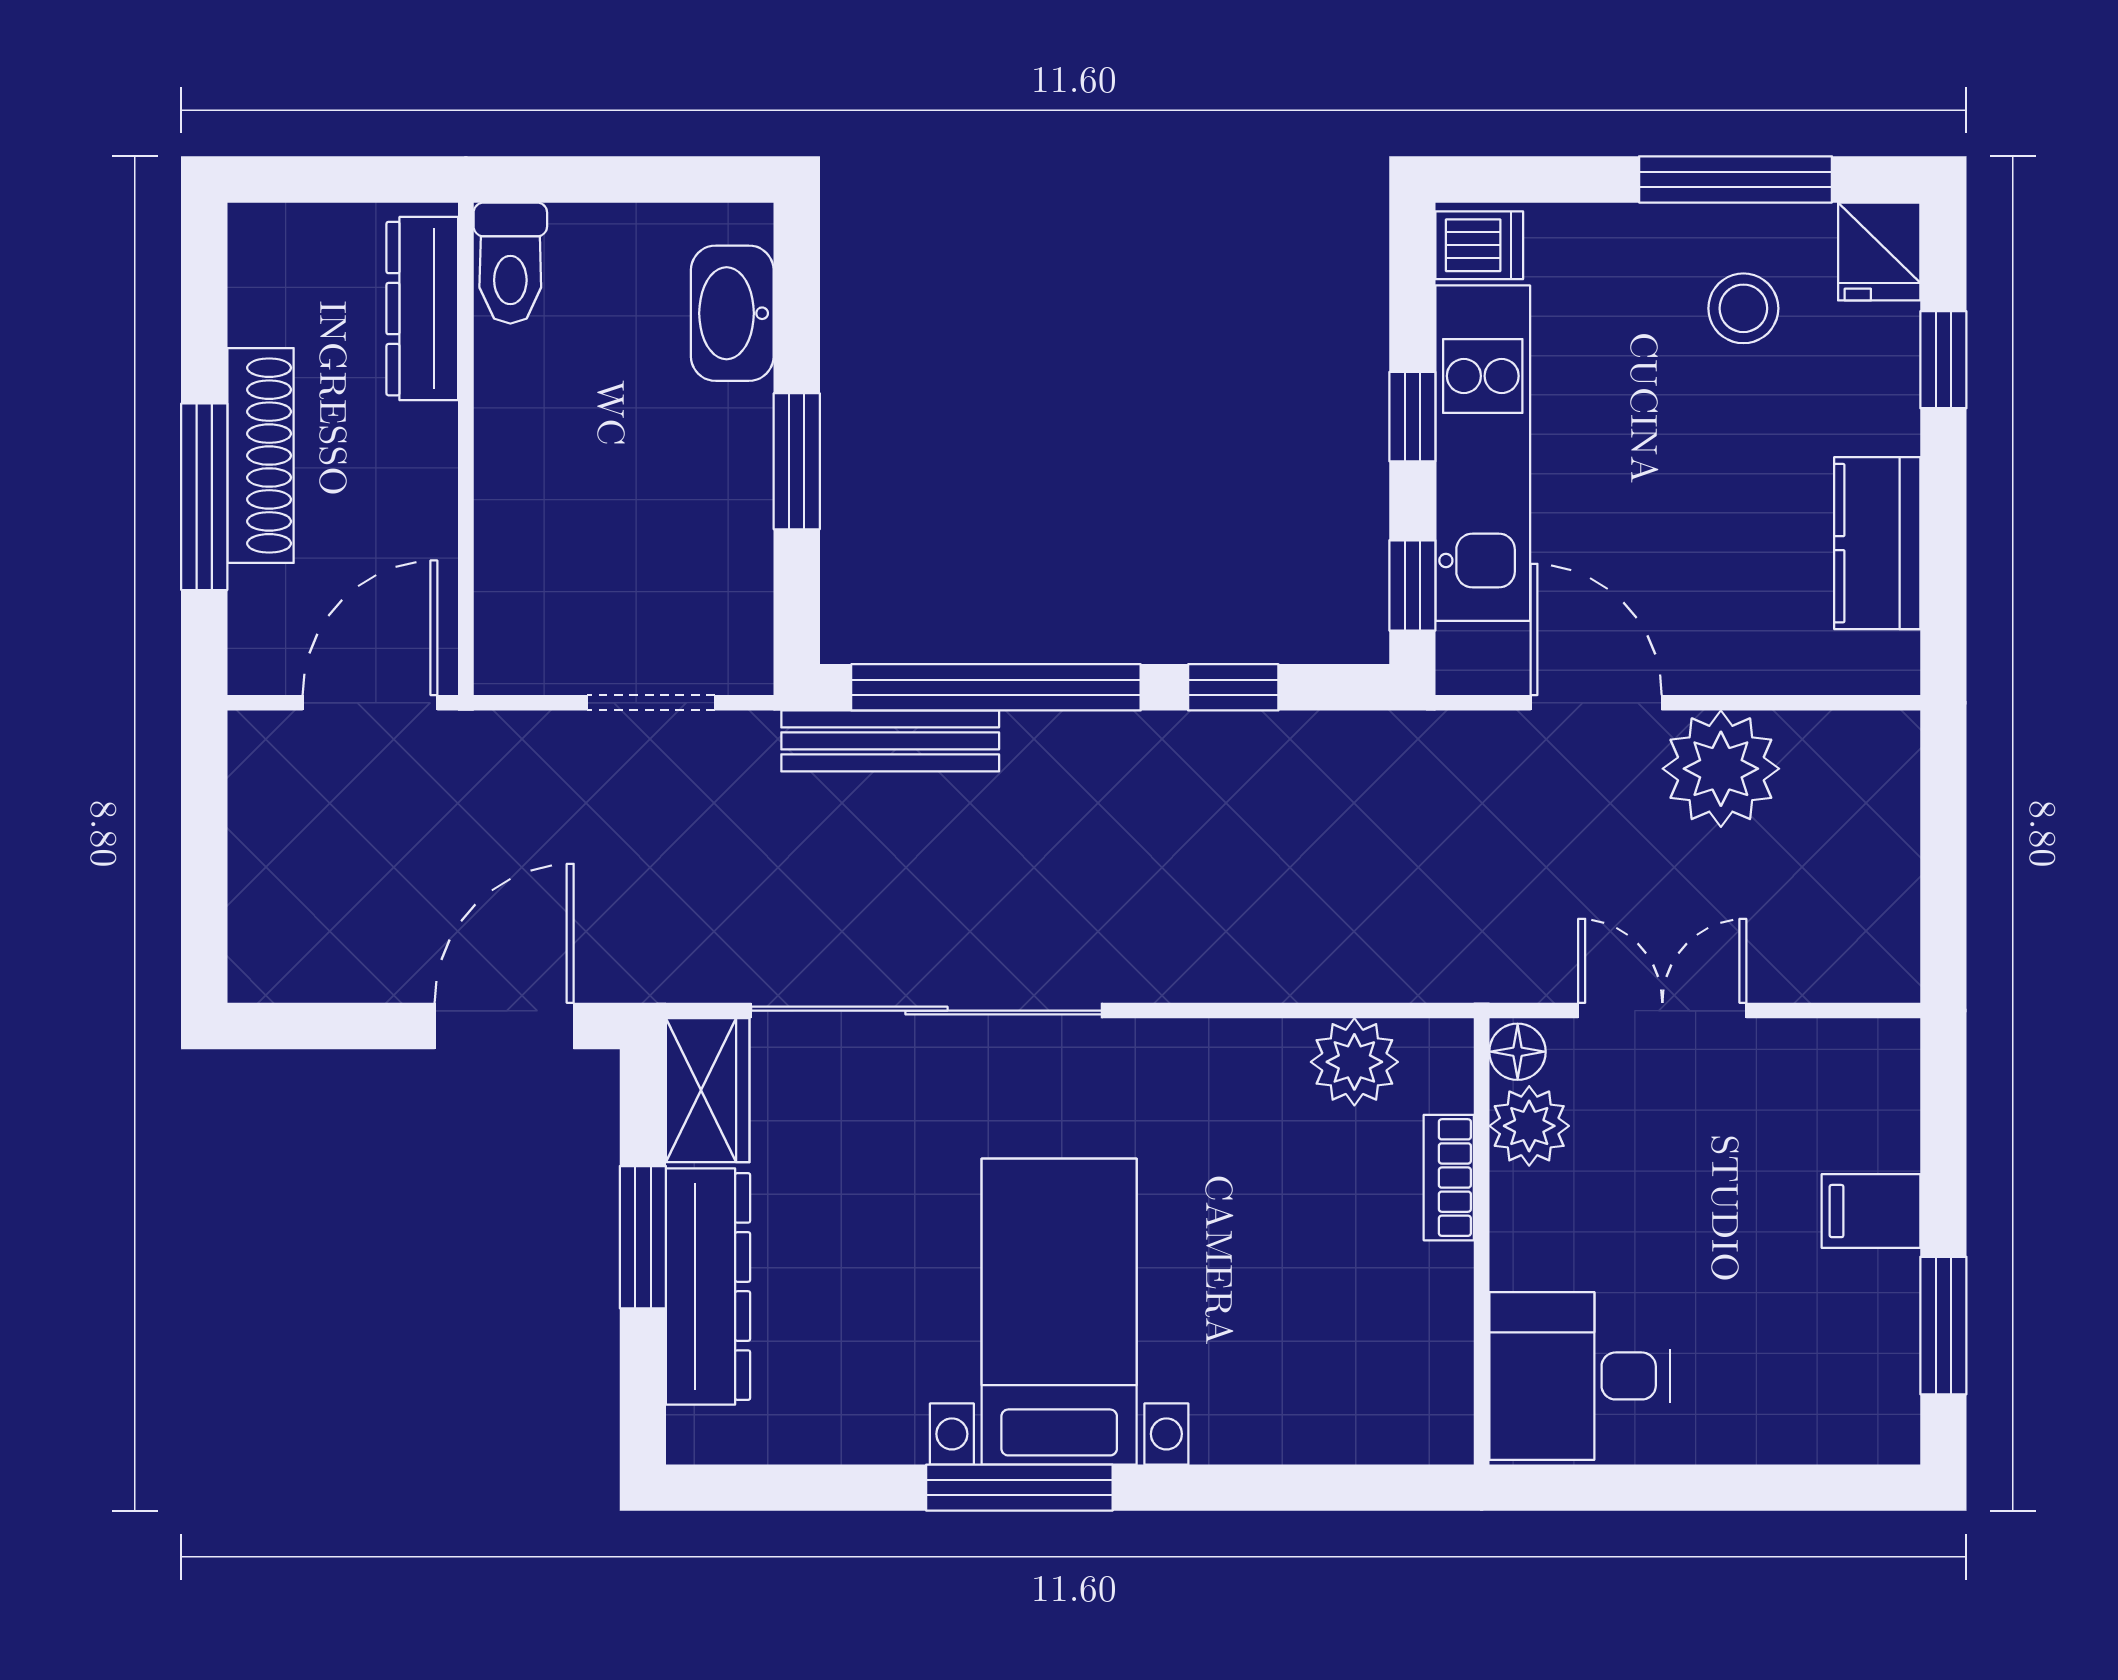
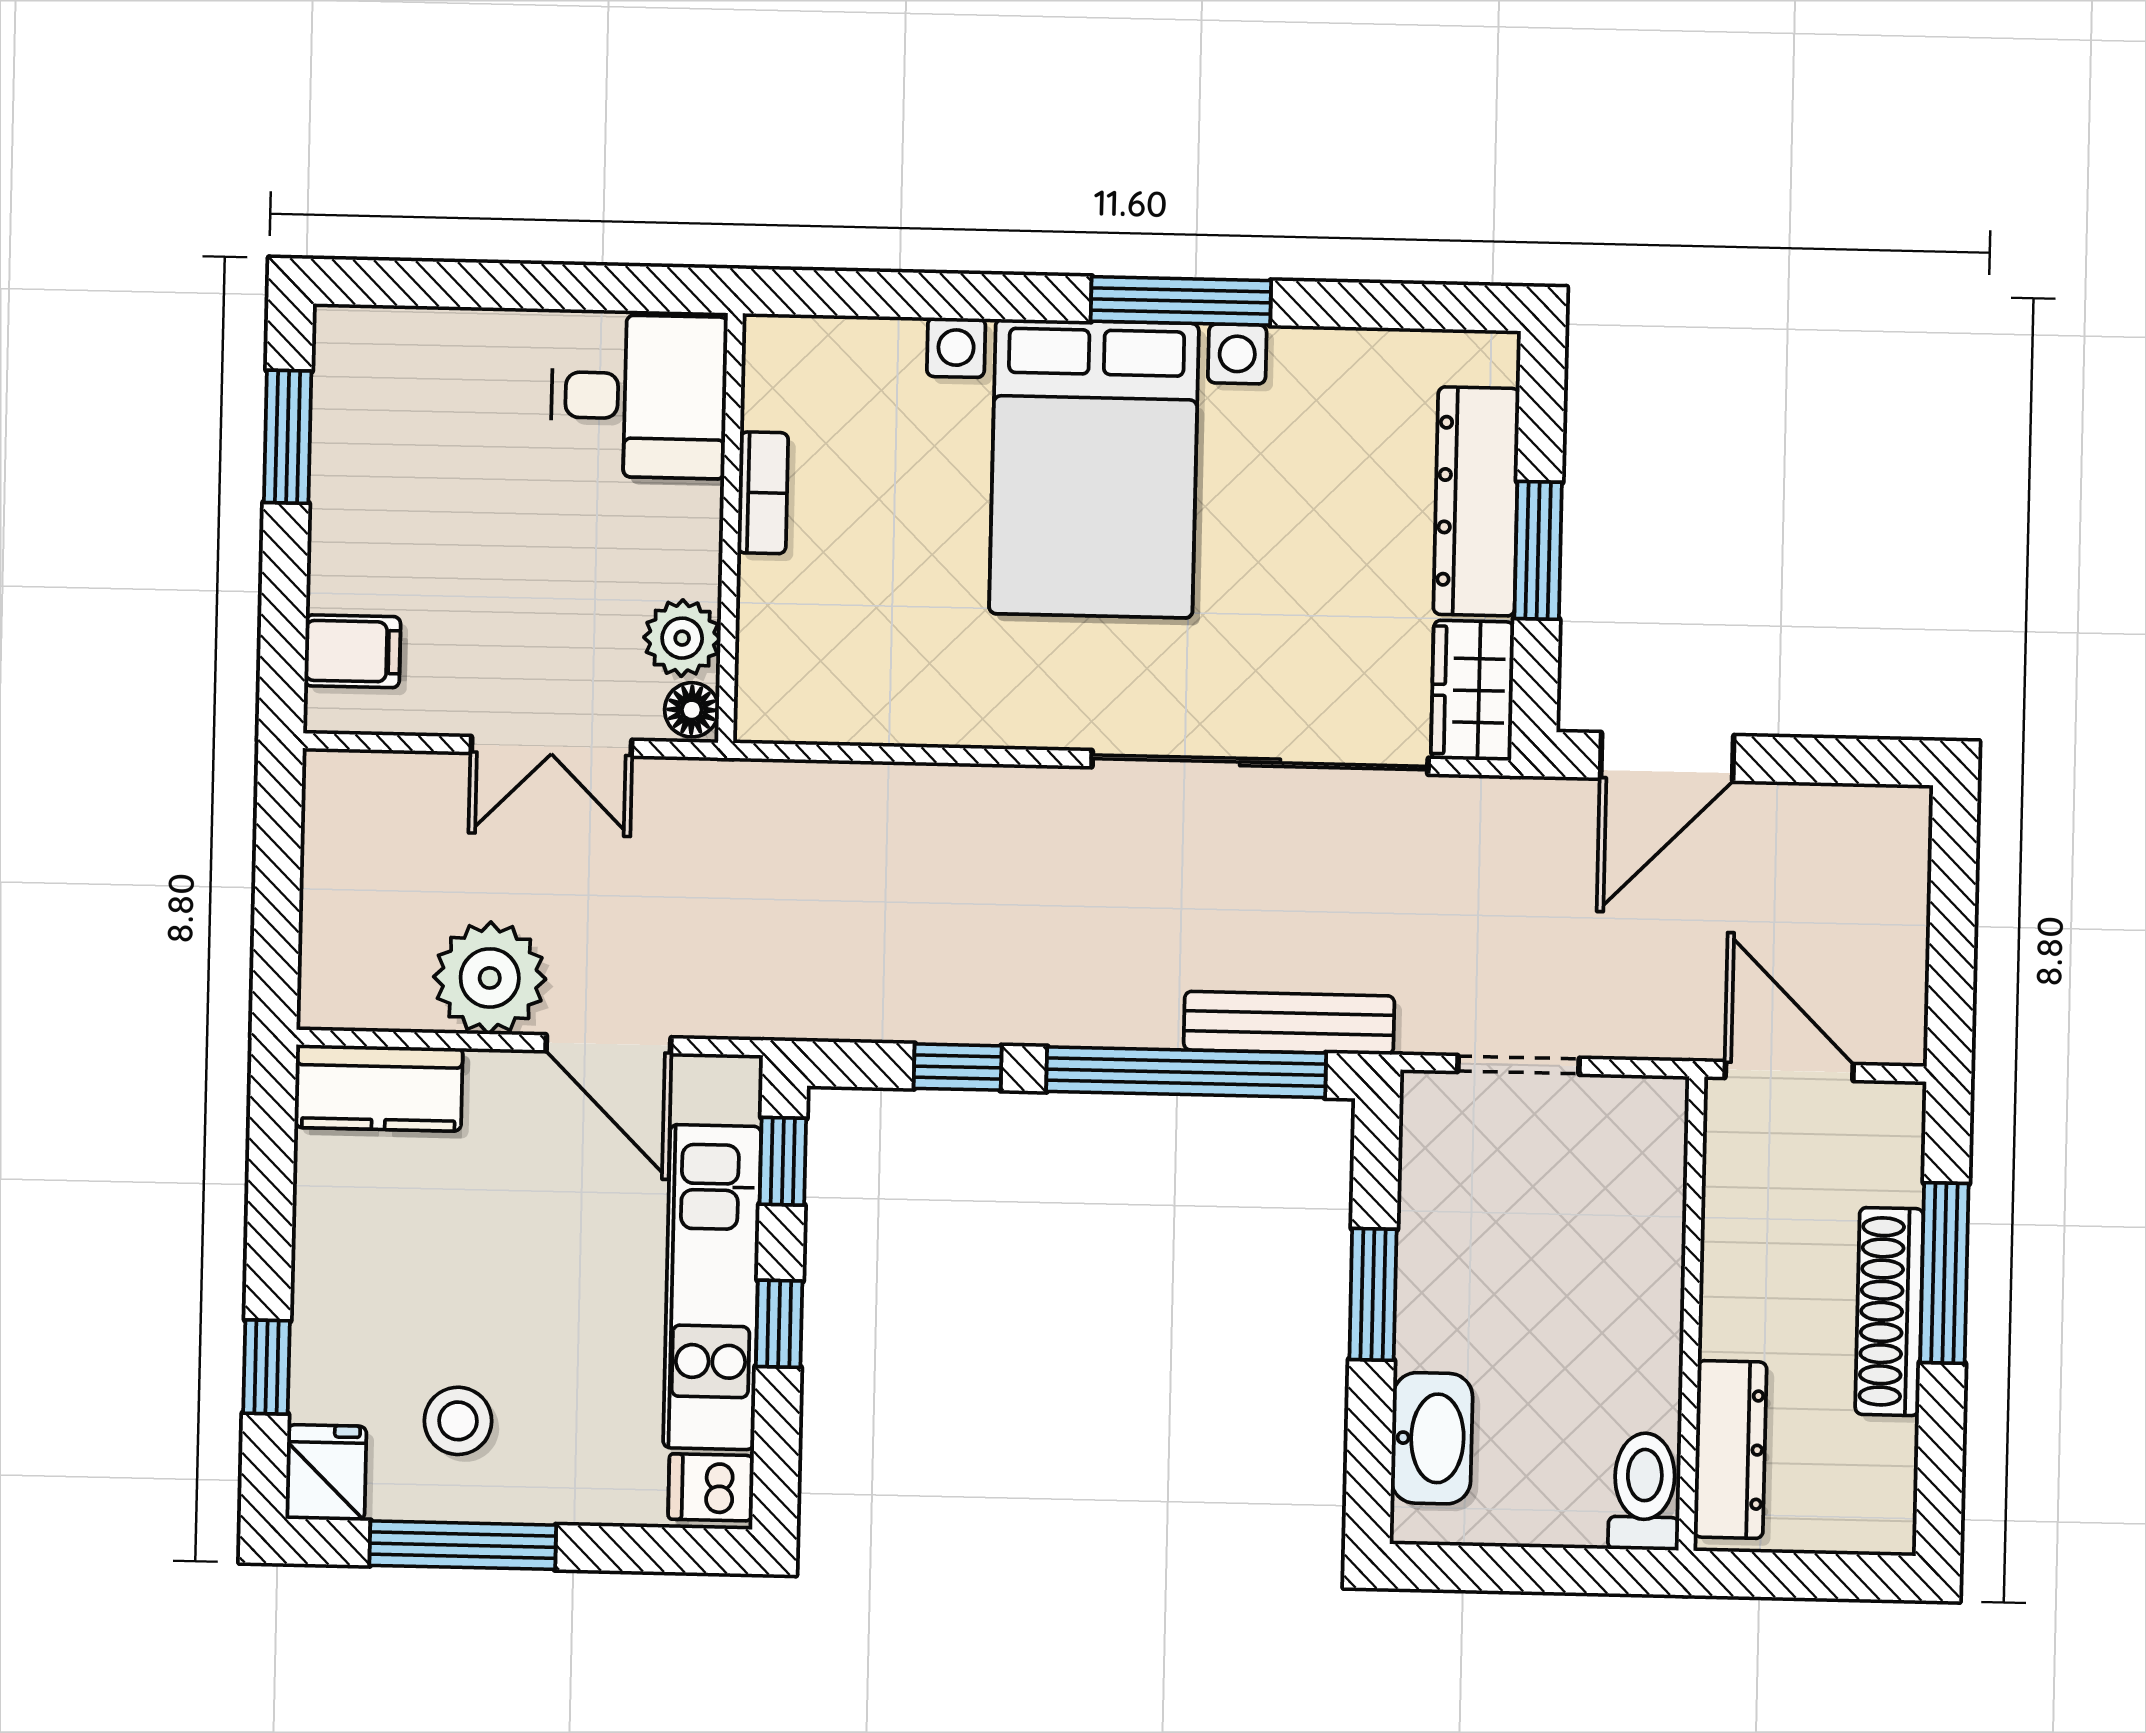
kitchen counter: (1877, 543) -> (379, 1088), moved, turned 90
door: (370, 703) -> (1789, 1071), swing flipped
plant: (1354, 1062) -> (849, 704), removed
bookcase: (1449, 1178) -> (763, 493), moved
filing cabinet: (1871, 1211) -> (352, 651), moved
bed with nightstands: (1059, 1312) -> (1094, 469), width x1.36

